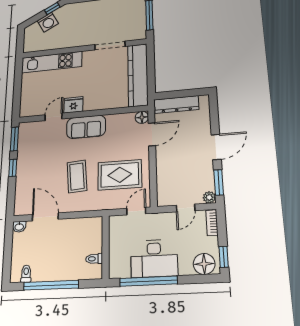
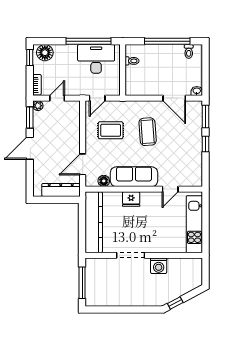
washing machine: (48, 22) -> (159, 266), moved, turned -152
doorway: (110, 46) -> (131, 255), moved
kitchen unit: (52, 62) -> (194, 224), moved, turned -90
fridge: (73, 105) -> (131, 199), moved
floor lamp: (142, 117) -> (104, 181), moved
sofa: (86, 127) -> (134, 177), width x1.36
window: (14, 139) -> (206, 116), moved
rug: (120, 175) -> (111, 130), width x0.73, depth x0.70
desk: (154, 258) -> (96, 59), moved

